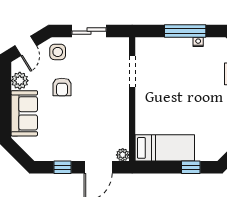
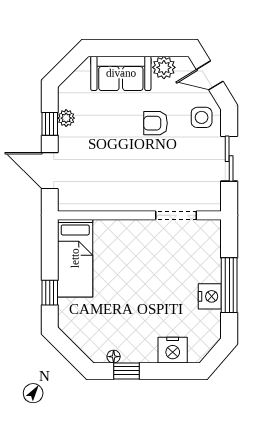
nightstand: (198, 42) -> (210, 296), width x1.89, depth x1.79
plant: (123, 155) -> (66, 118), moved

